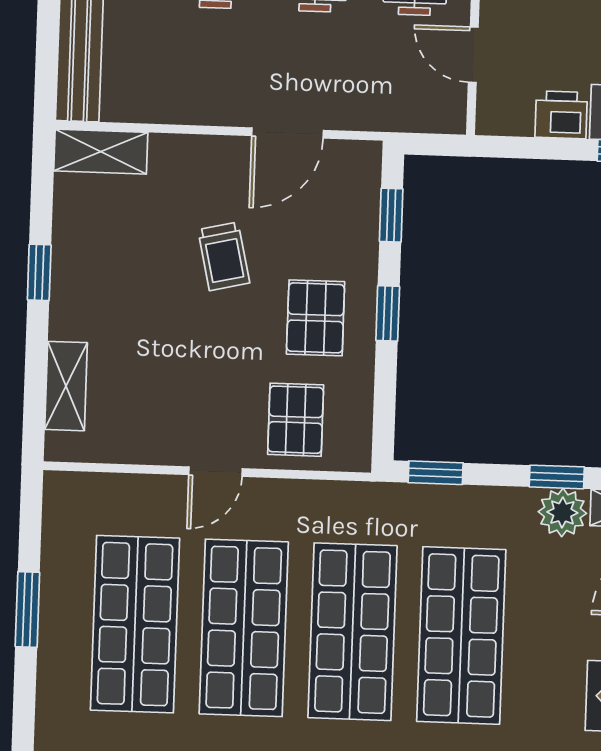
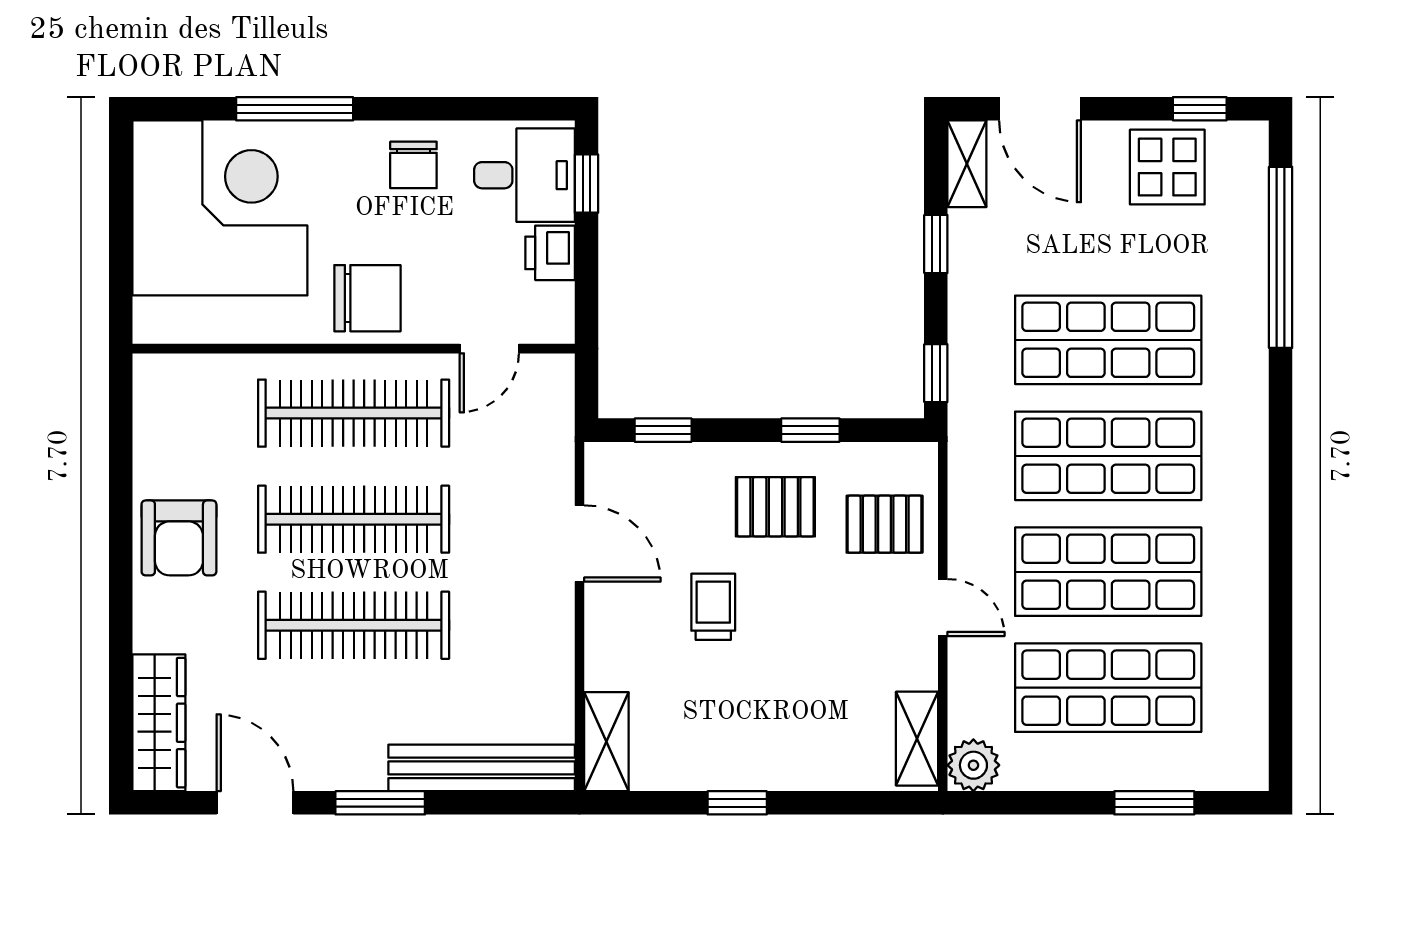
trolley: (224, 256) -> (713, 607), turned -77
window: (388, 313) -> (810, 430), moved
shelving: (66, 386) -> (917, 739), moved, turned 90
plant: (562, 512) -> (973, 765), moved
window: (27, 609) -> (1154, 803), moved

